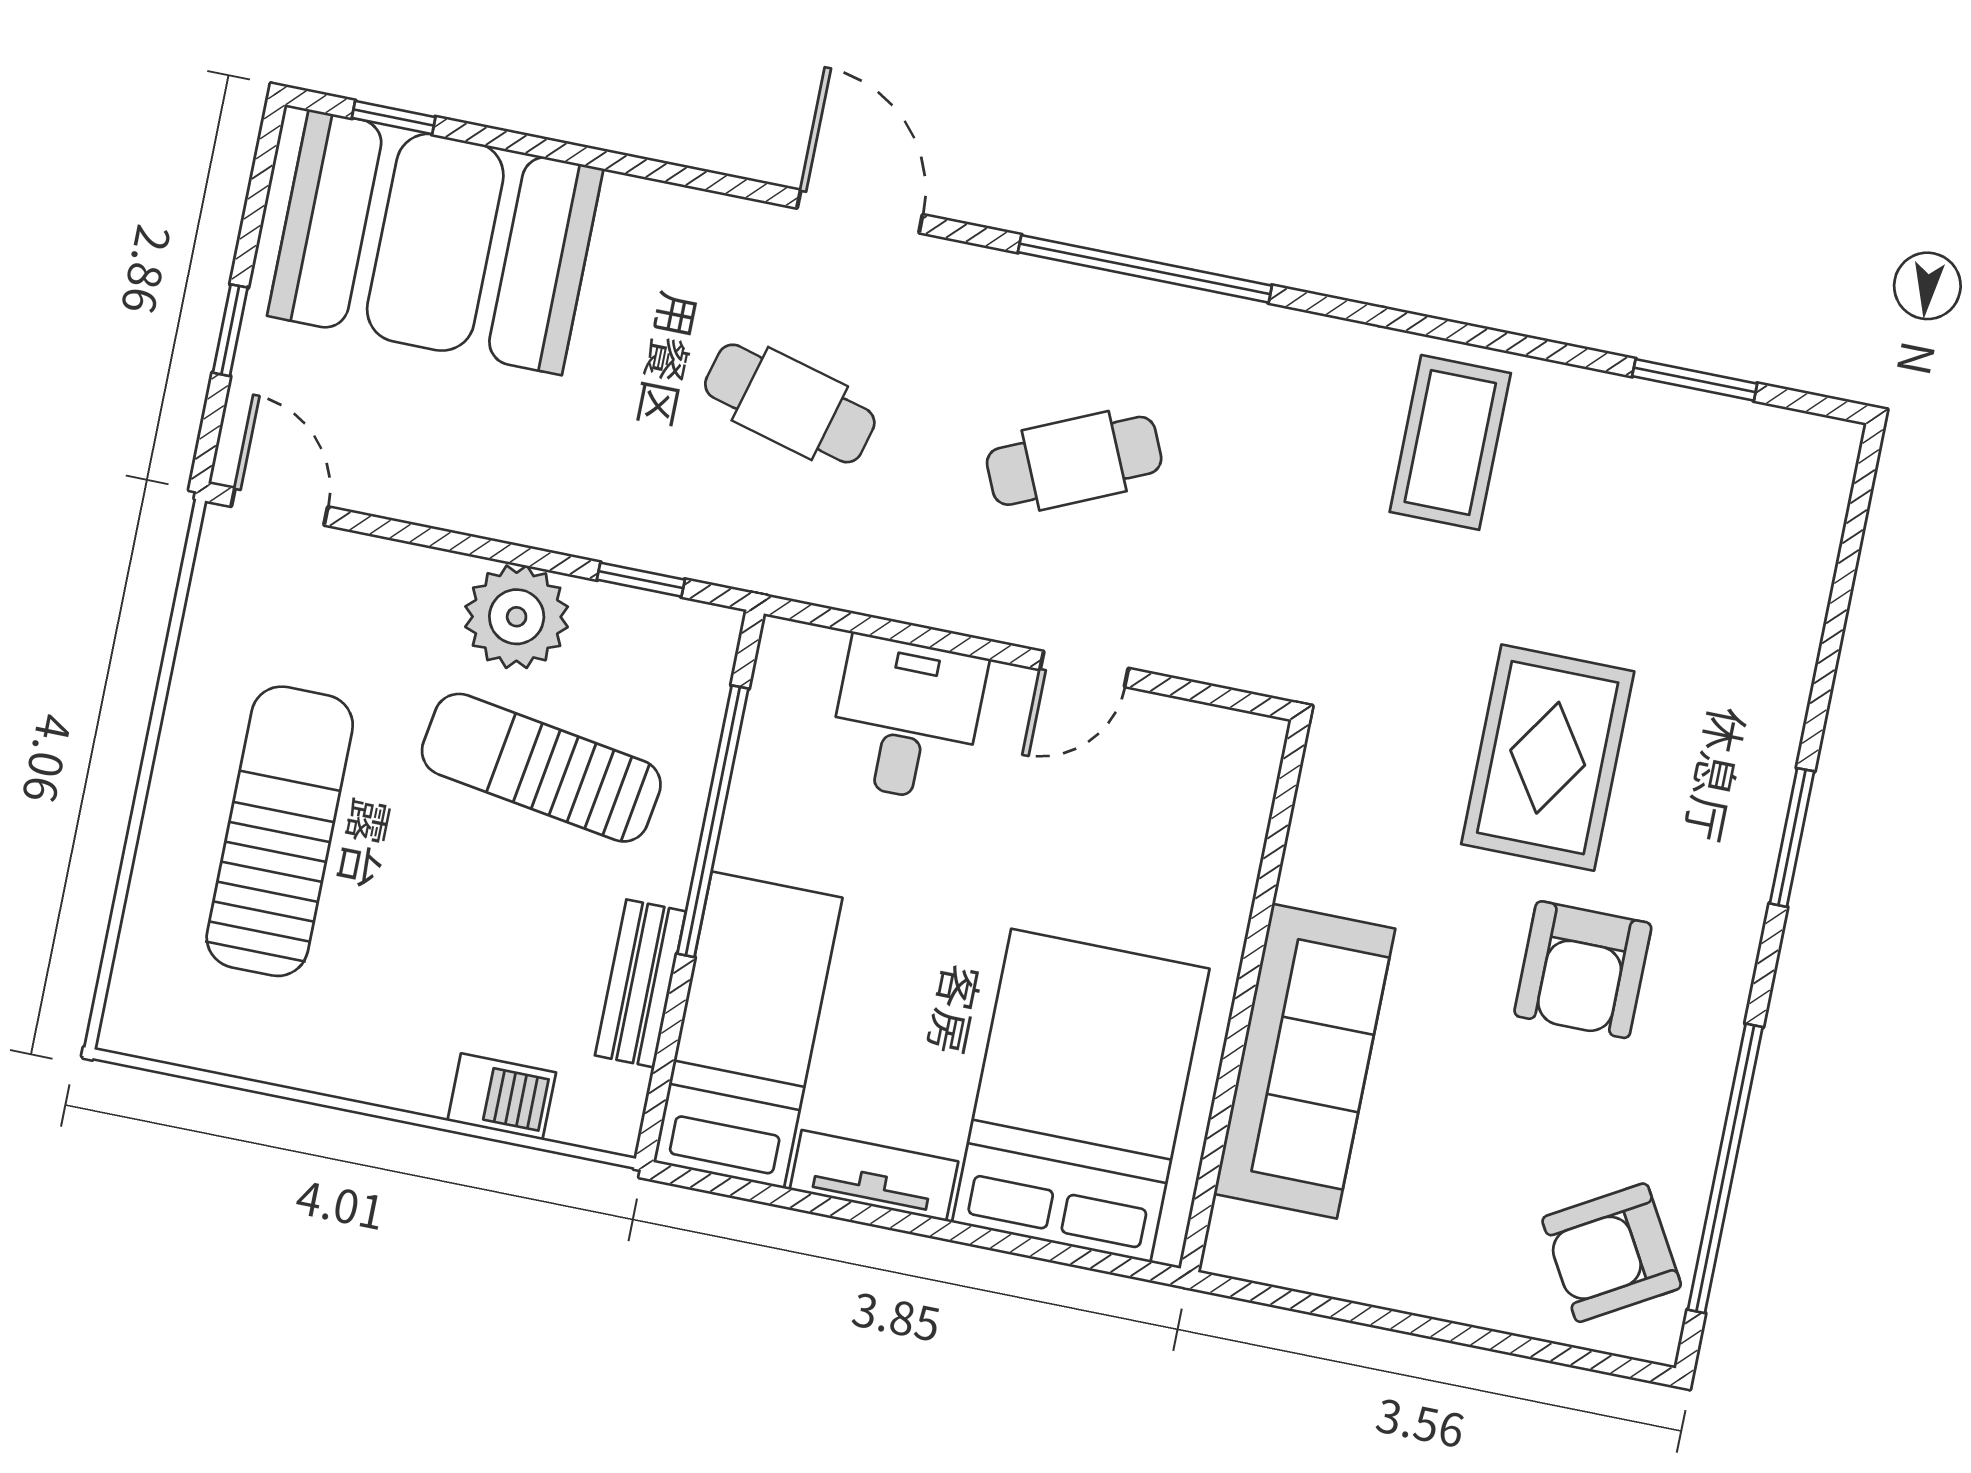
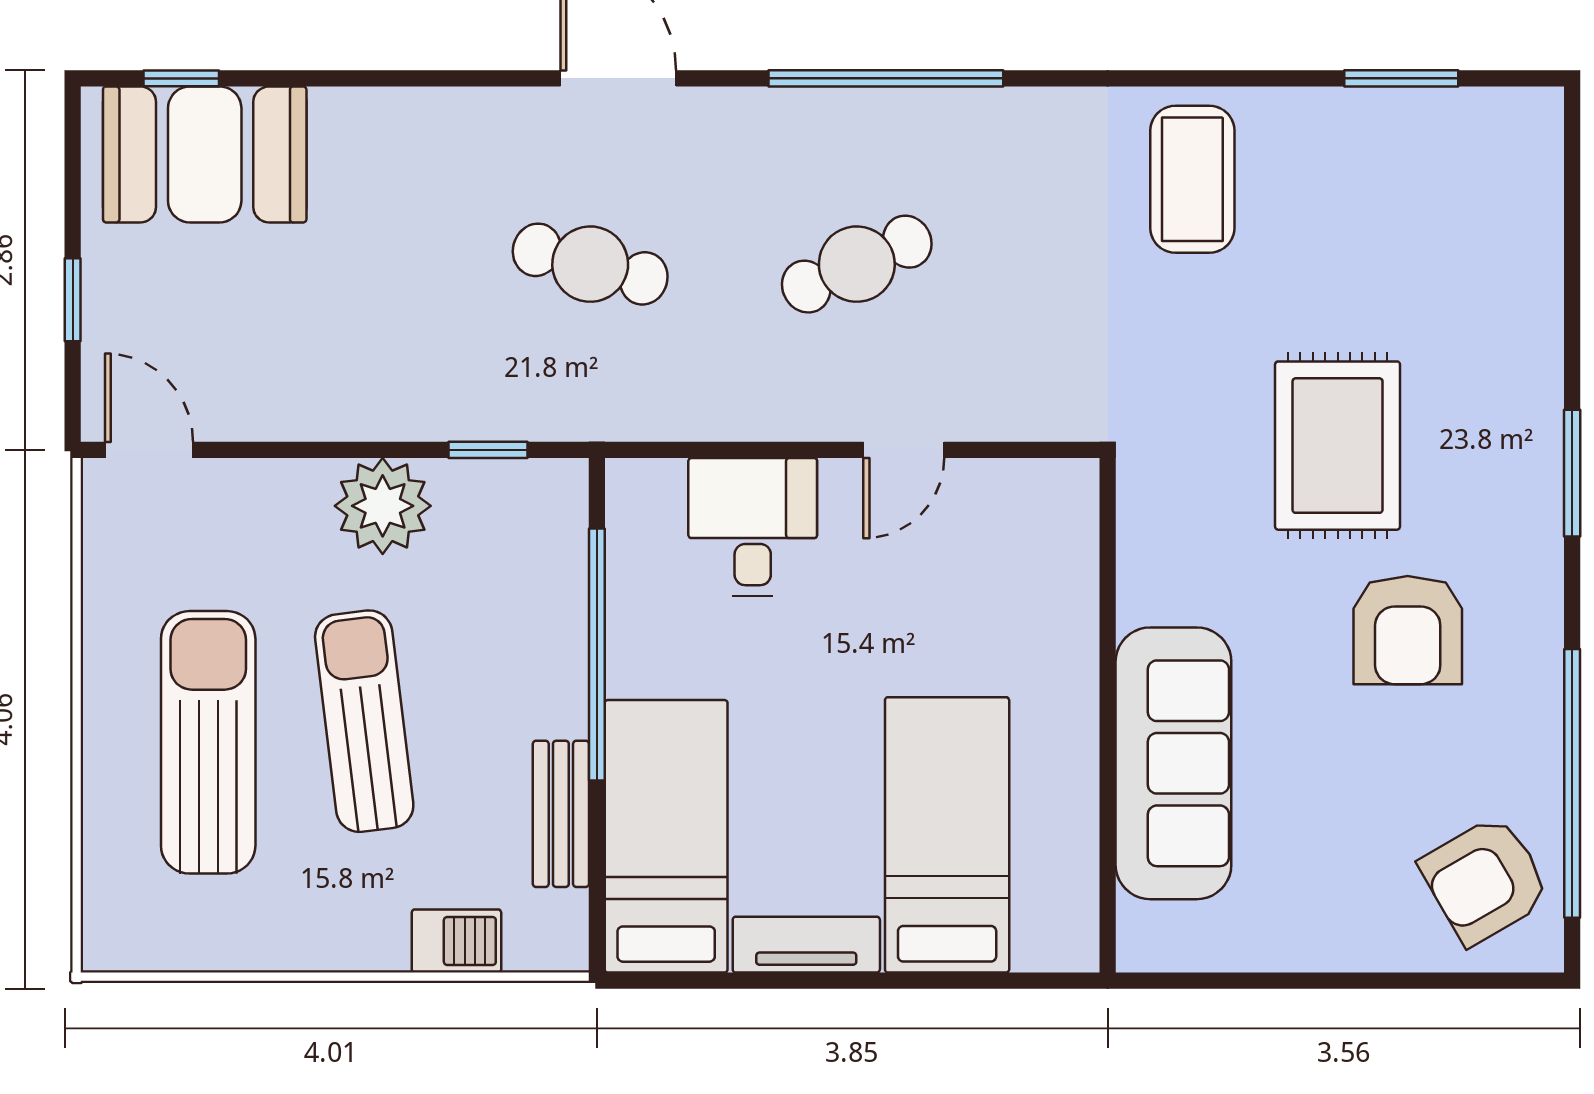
booth: (435, 242) -> (205, 154), width x0.73, depth x0.70
sun lounger: (541, 768) -> (364, 721), moved, turned 74
bed: (1081, 1096) -> (947, 835), width x0.67

